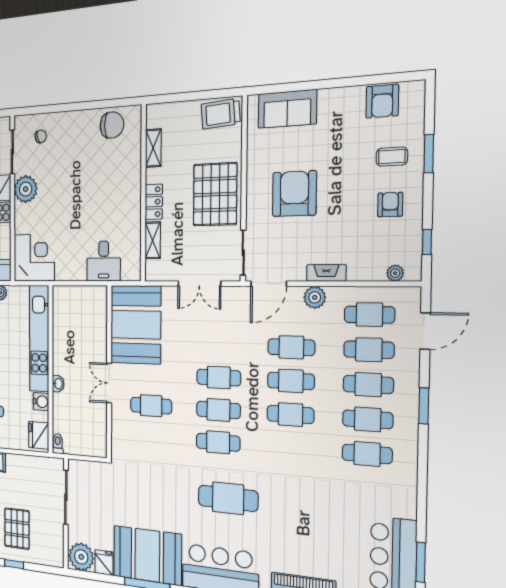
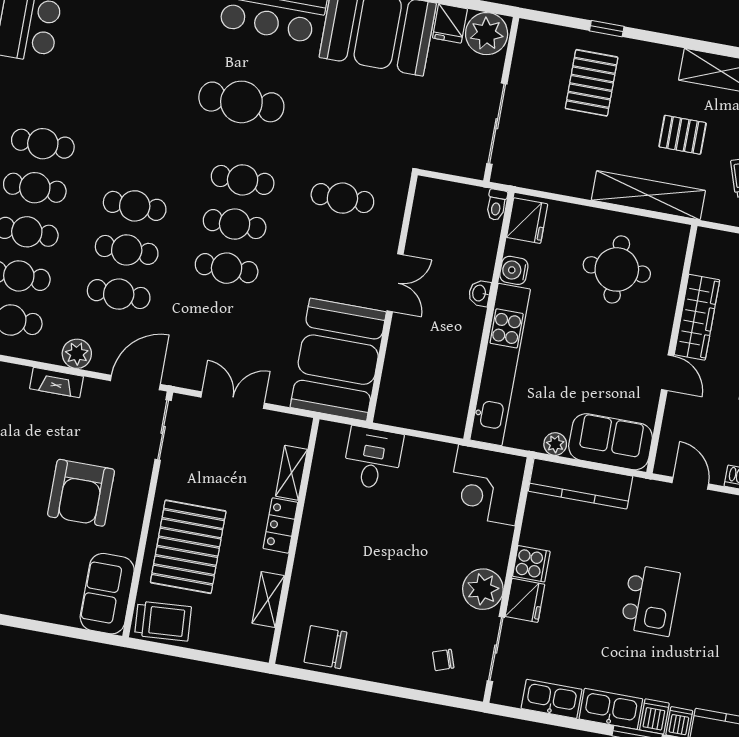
sofa: (287, 109) -> (107, 594), moved, turned -90
pallet: (215, 194) -> (188, 547), moved
cafe table: (151, 406) -> (342, 198), moved

